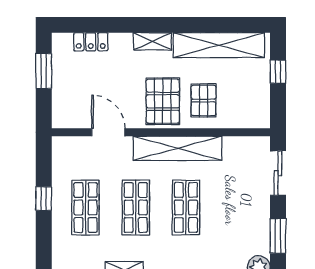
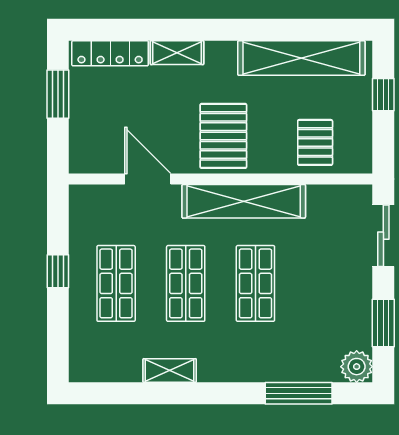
shelving: (153, 41) -> (177, 53), moved
locker: (91, 42) -> (110, 53), width x1.53
pallet: (204, 100) -> (315, 142), moved

